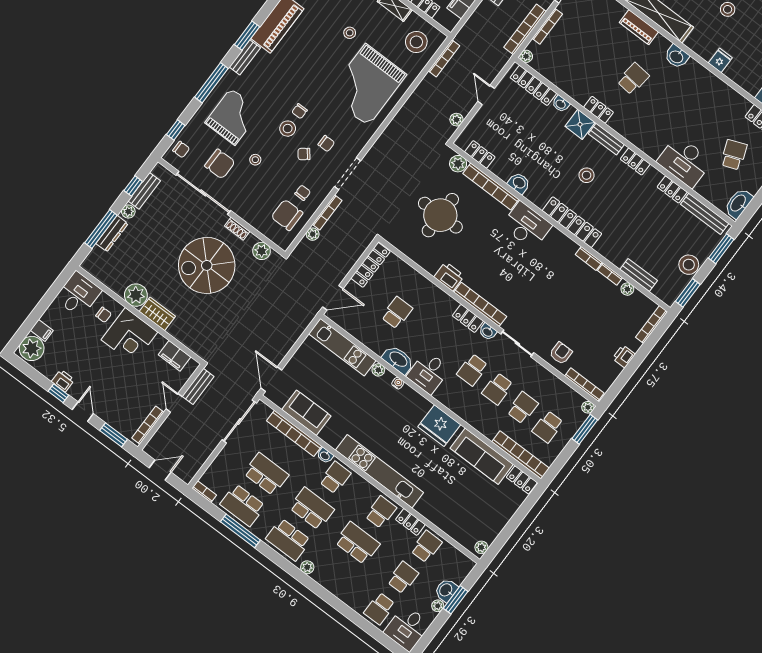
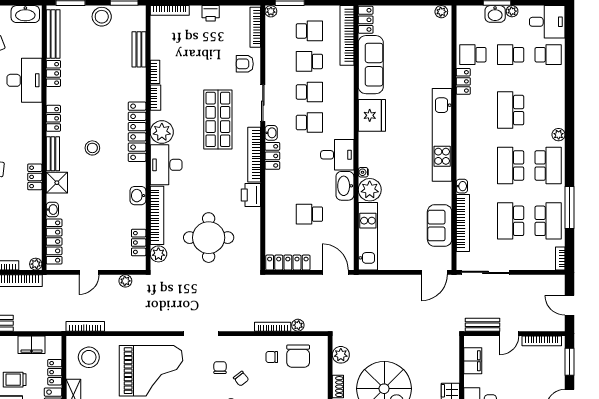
doorway: (347, 174) -> (201, 334), moved
plant: (627, 289) -> (162, 132), moved, width x1.88, depth x1.88
shop shelf: (532, 296) -> (218, 119), added
plant: (378, 370) -> (370, 190), width x1.88, depth x1.88
school desk: (335, 478) -> (473, 165), removed
school desk: (381, 512) -> (473, 110), removed

